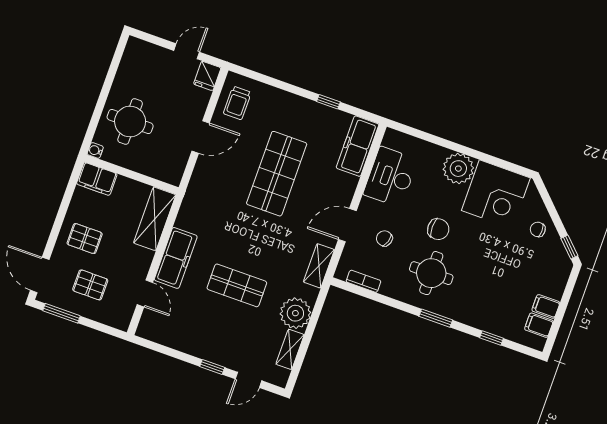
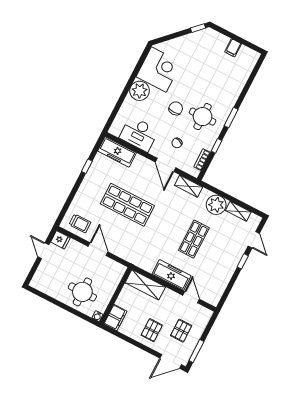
chair: (538, 229) -> (184, 46), removed
door: (145, 294) -> (191, 297), hinge flipped
filing cabinet: (539, 325) -> (244, 54), removed
window: (492, 338) -> (216, 146), moved

